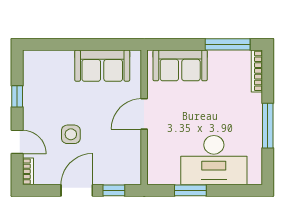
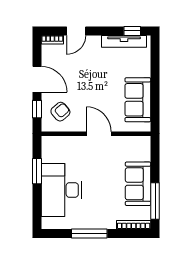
sofa: (180, 65) -> (138, 184), moved
tv unit: (30, 83) -> (124, 41), added
window: (17, 96) -> (132, 31), moved
side table: (71, 134) -> (82, 74), removed
armchair: (117, 161) -> (60, 112), added

